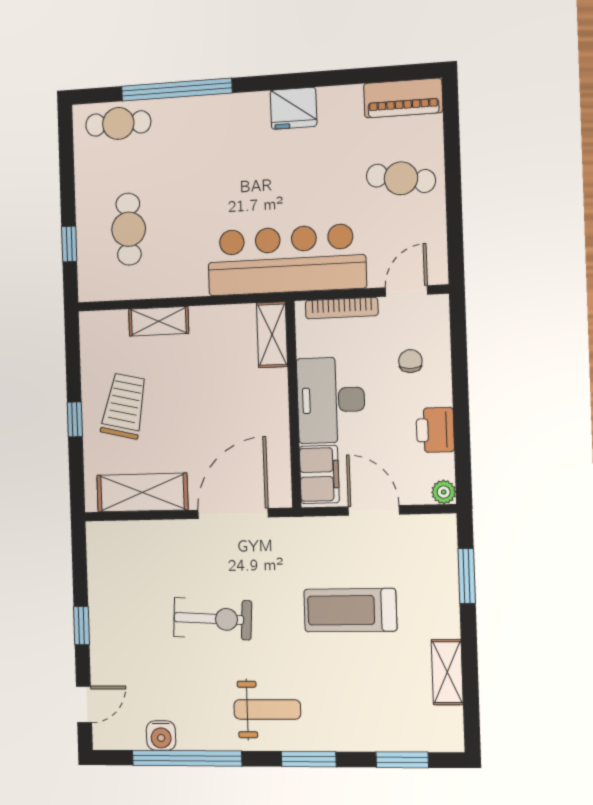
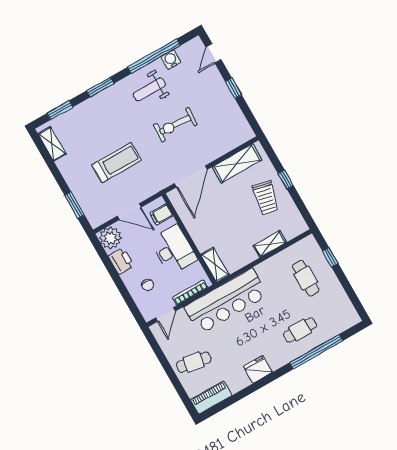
cafe table: (118, 123) -> (300, 330), moved
filing cabinet: (319, 474) -> (161, 214), width x0.50
plant: (444, 492) -> (110, 238), width x1.88, depth x1.88
shelving: (447, 672) -> (52, 144), moved
weight bench: (267, 709) -> (149, 89), moved

